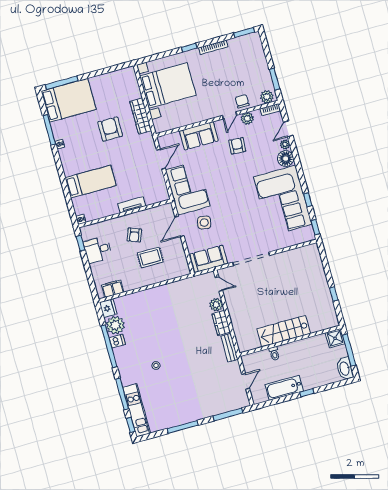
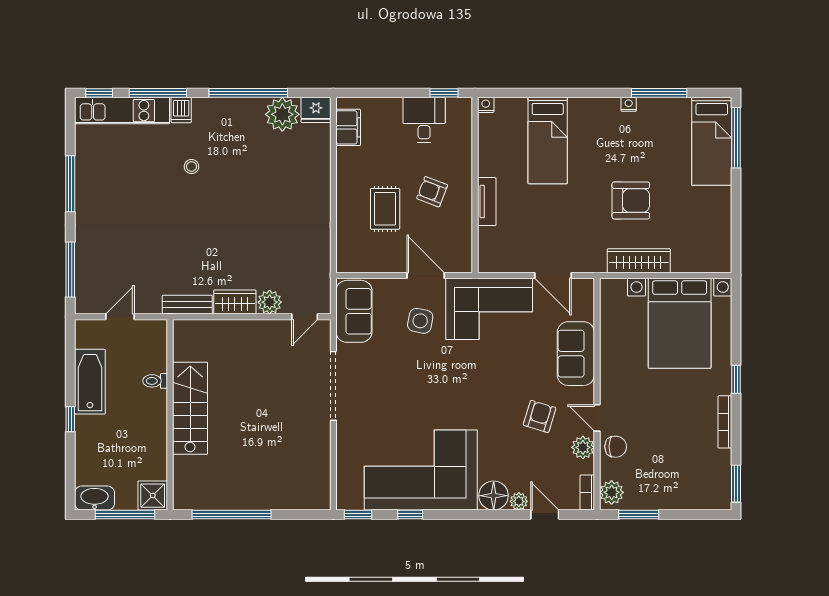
bed: (69, 100) -> (712, 141), width x0.67
armchair: (237, 146) -> (540, 416), turned -77
window: (334, 294) -> (231, 515), width x3.17
dishwasher: (117, 341) -> (181, 110), moved
door: (246, 381) -> (120, 317), swing flipped

